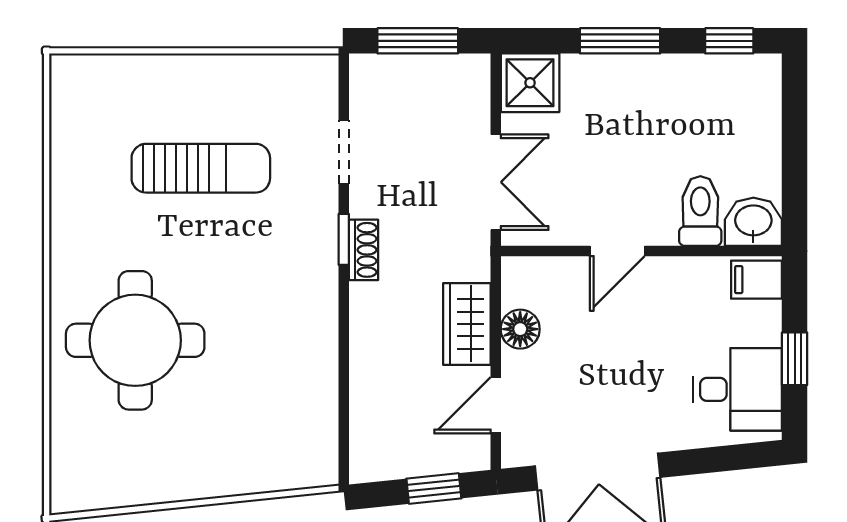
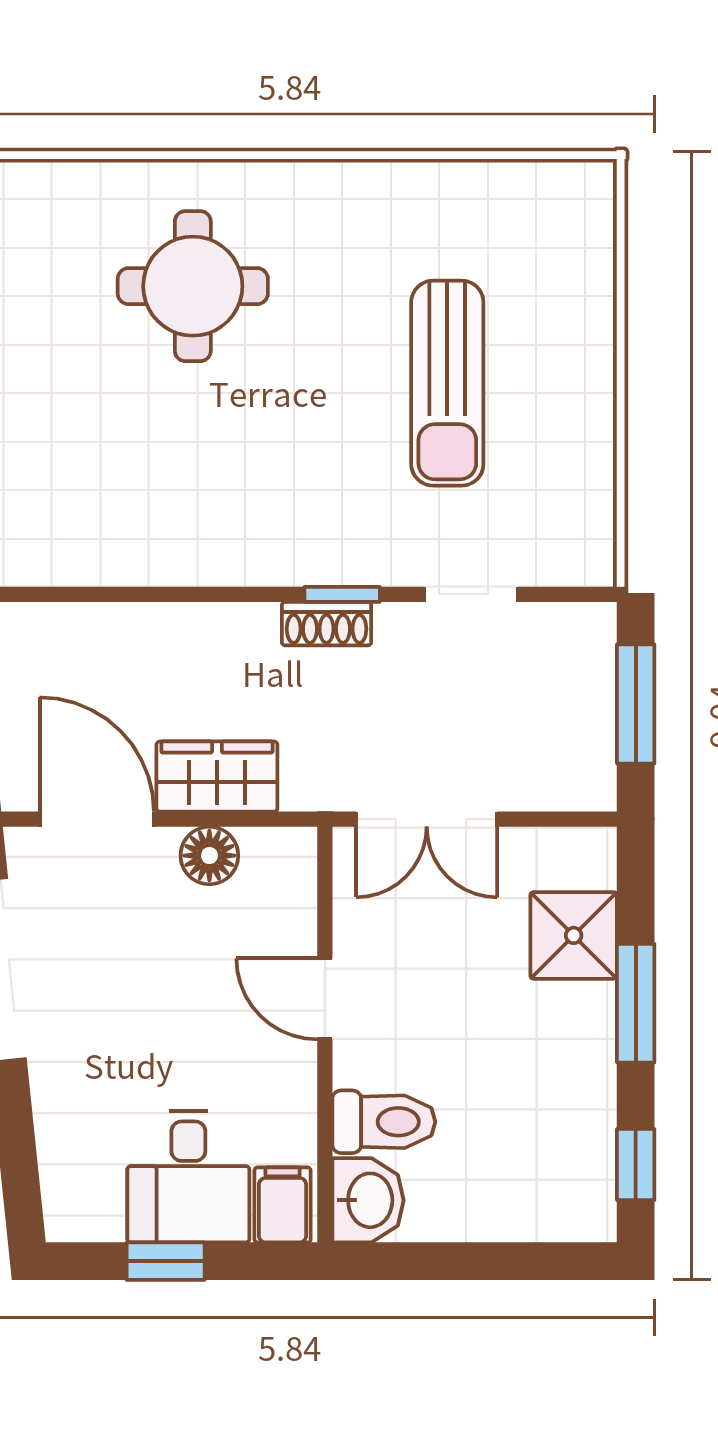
shower: (530, 83) -> (574, 935), moved
round table: (135, 340) -> (193, 286), width x0.73, depth x0.73
desk: (737, 389) -> (188, 1177), moved
door: (496, 405) -> (97, 819), width x1.38

